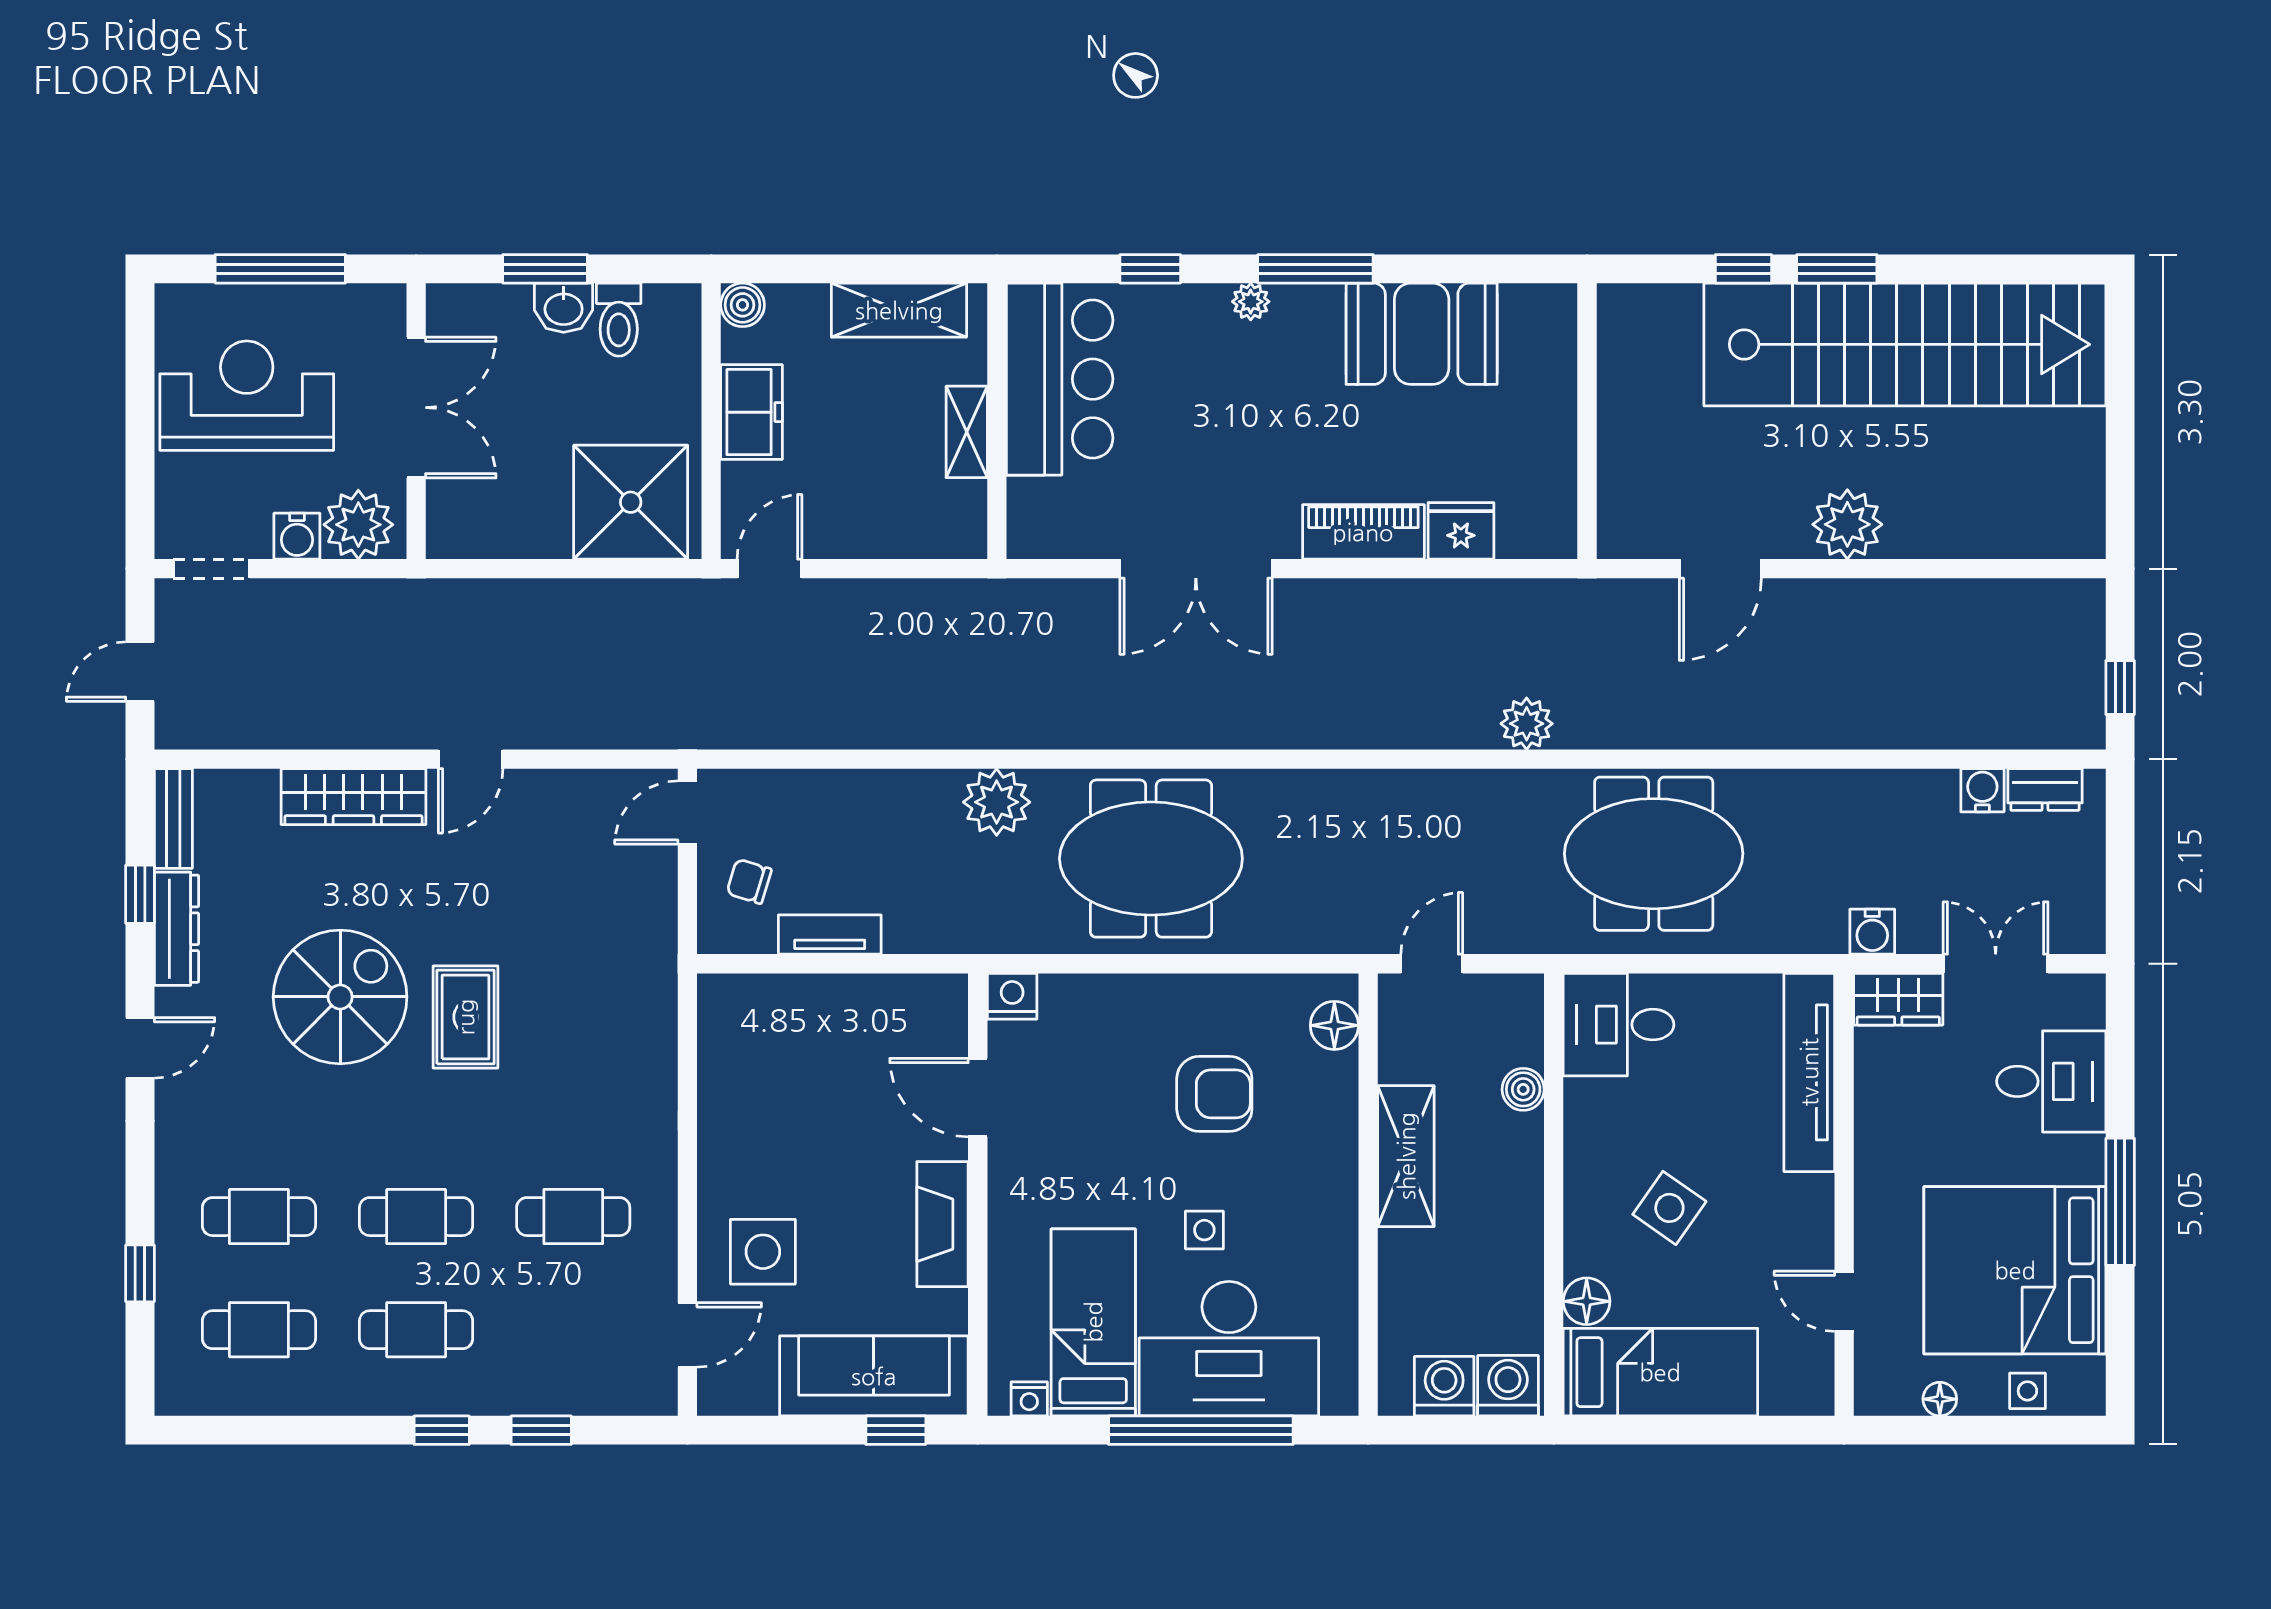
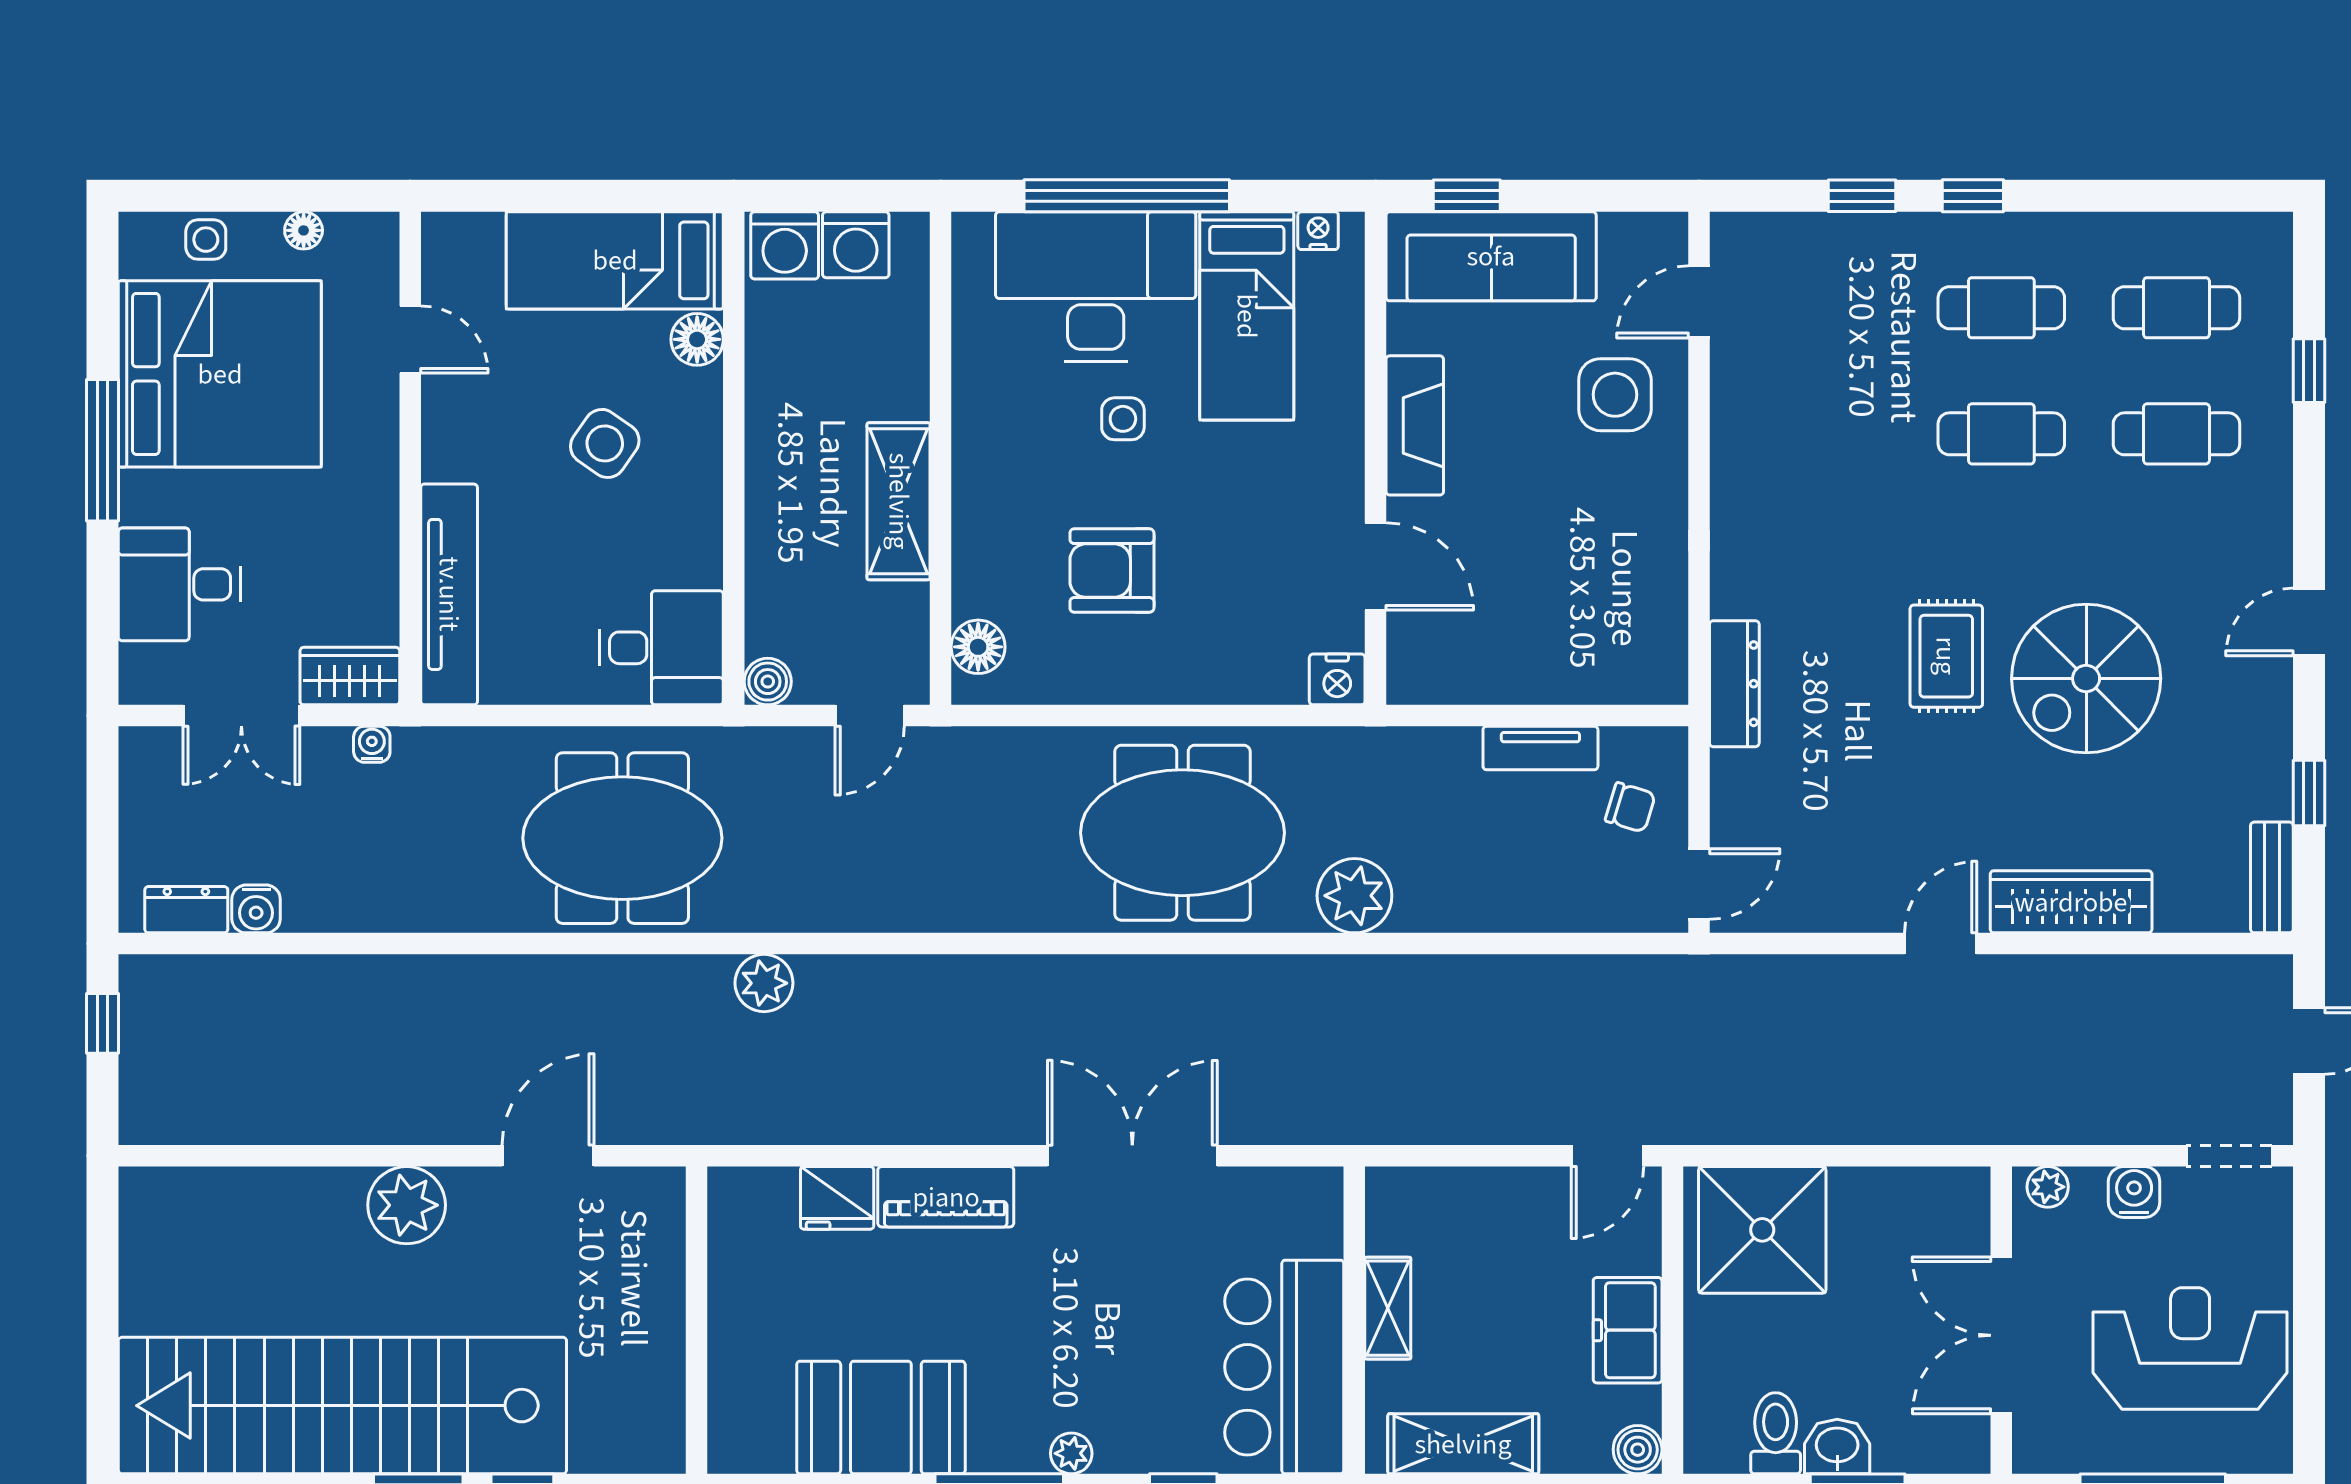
reception desk: (247, 396) -> (2190, 1349), turned 180
plant: (358, 525) -> (2048, 1187), width x0.53, depth x0.53
dresser: (176, 929) -> (1734, 684), moved, turned 180
water cooler: (1872, 932) -> (372, 744), width x0.72, depth x0.72
boiler: (1523, 1089) -> (768, 682), moved
cafe table: (573, 1217) -> (1826, 434), removed

